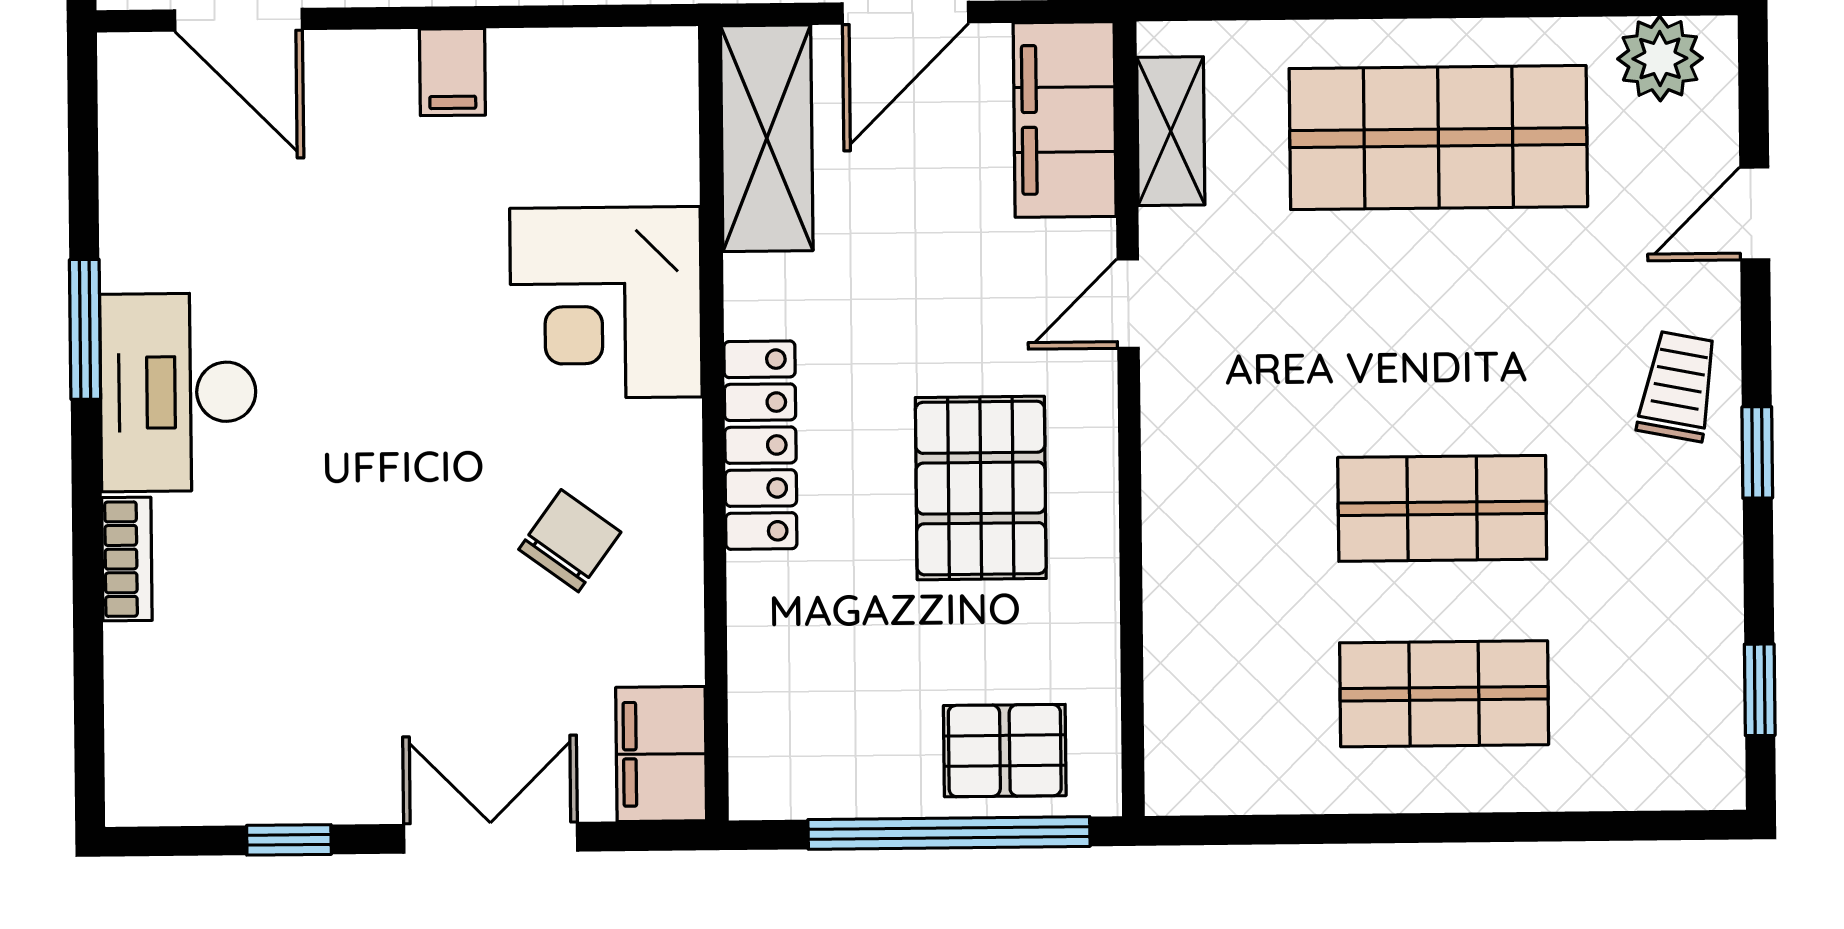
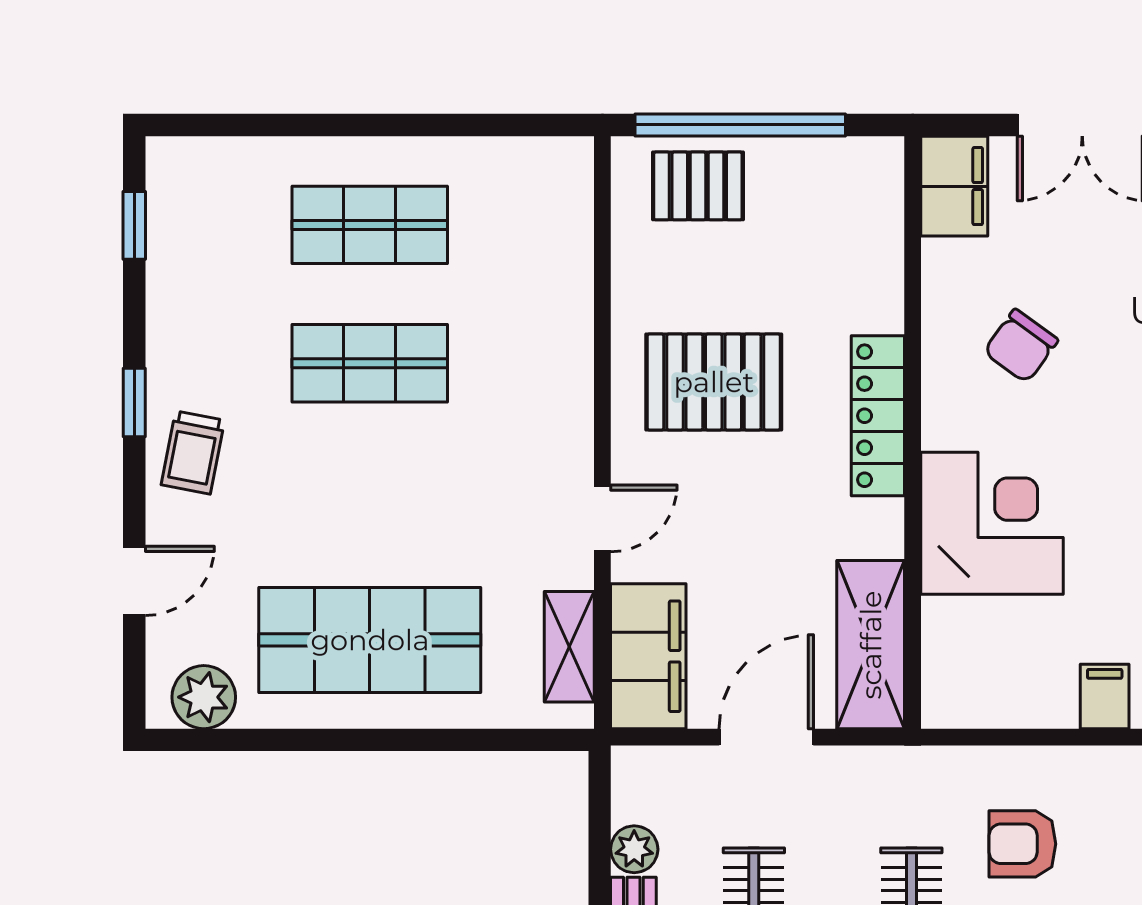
pallet: (981, 488) -> (714, 382), turned 90

